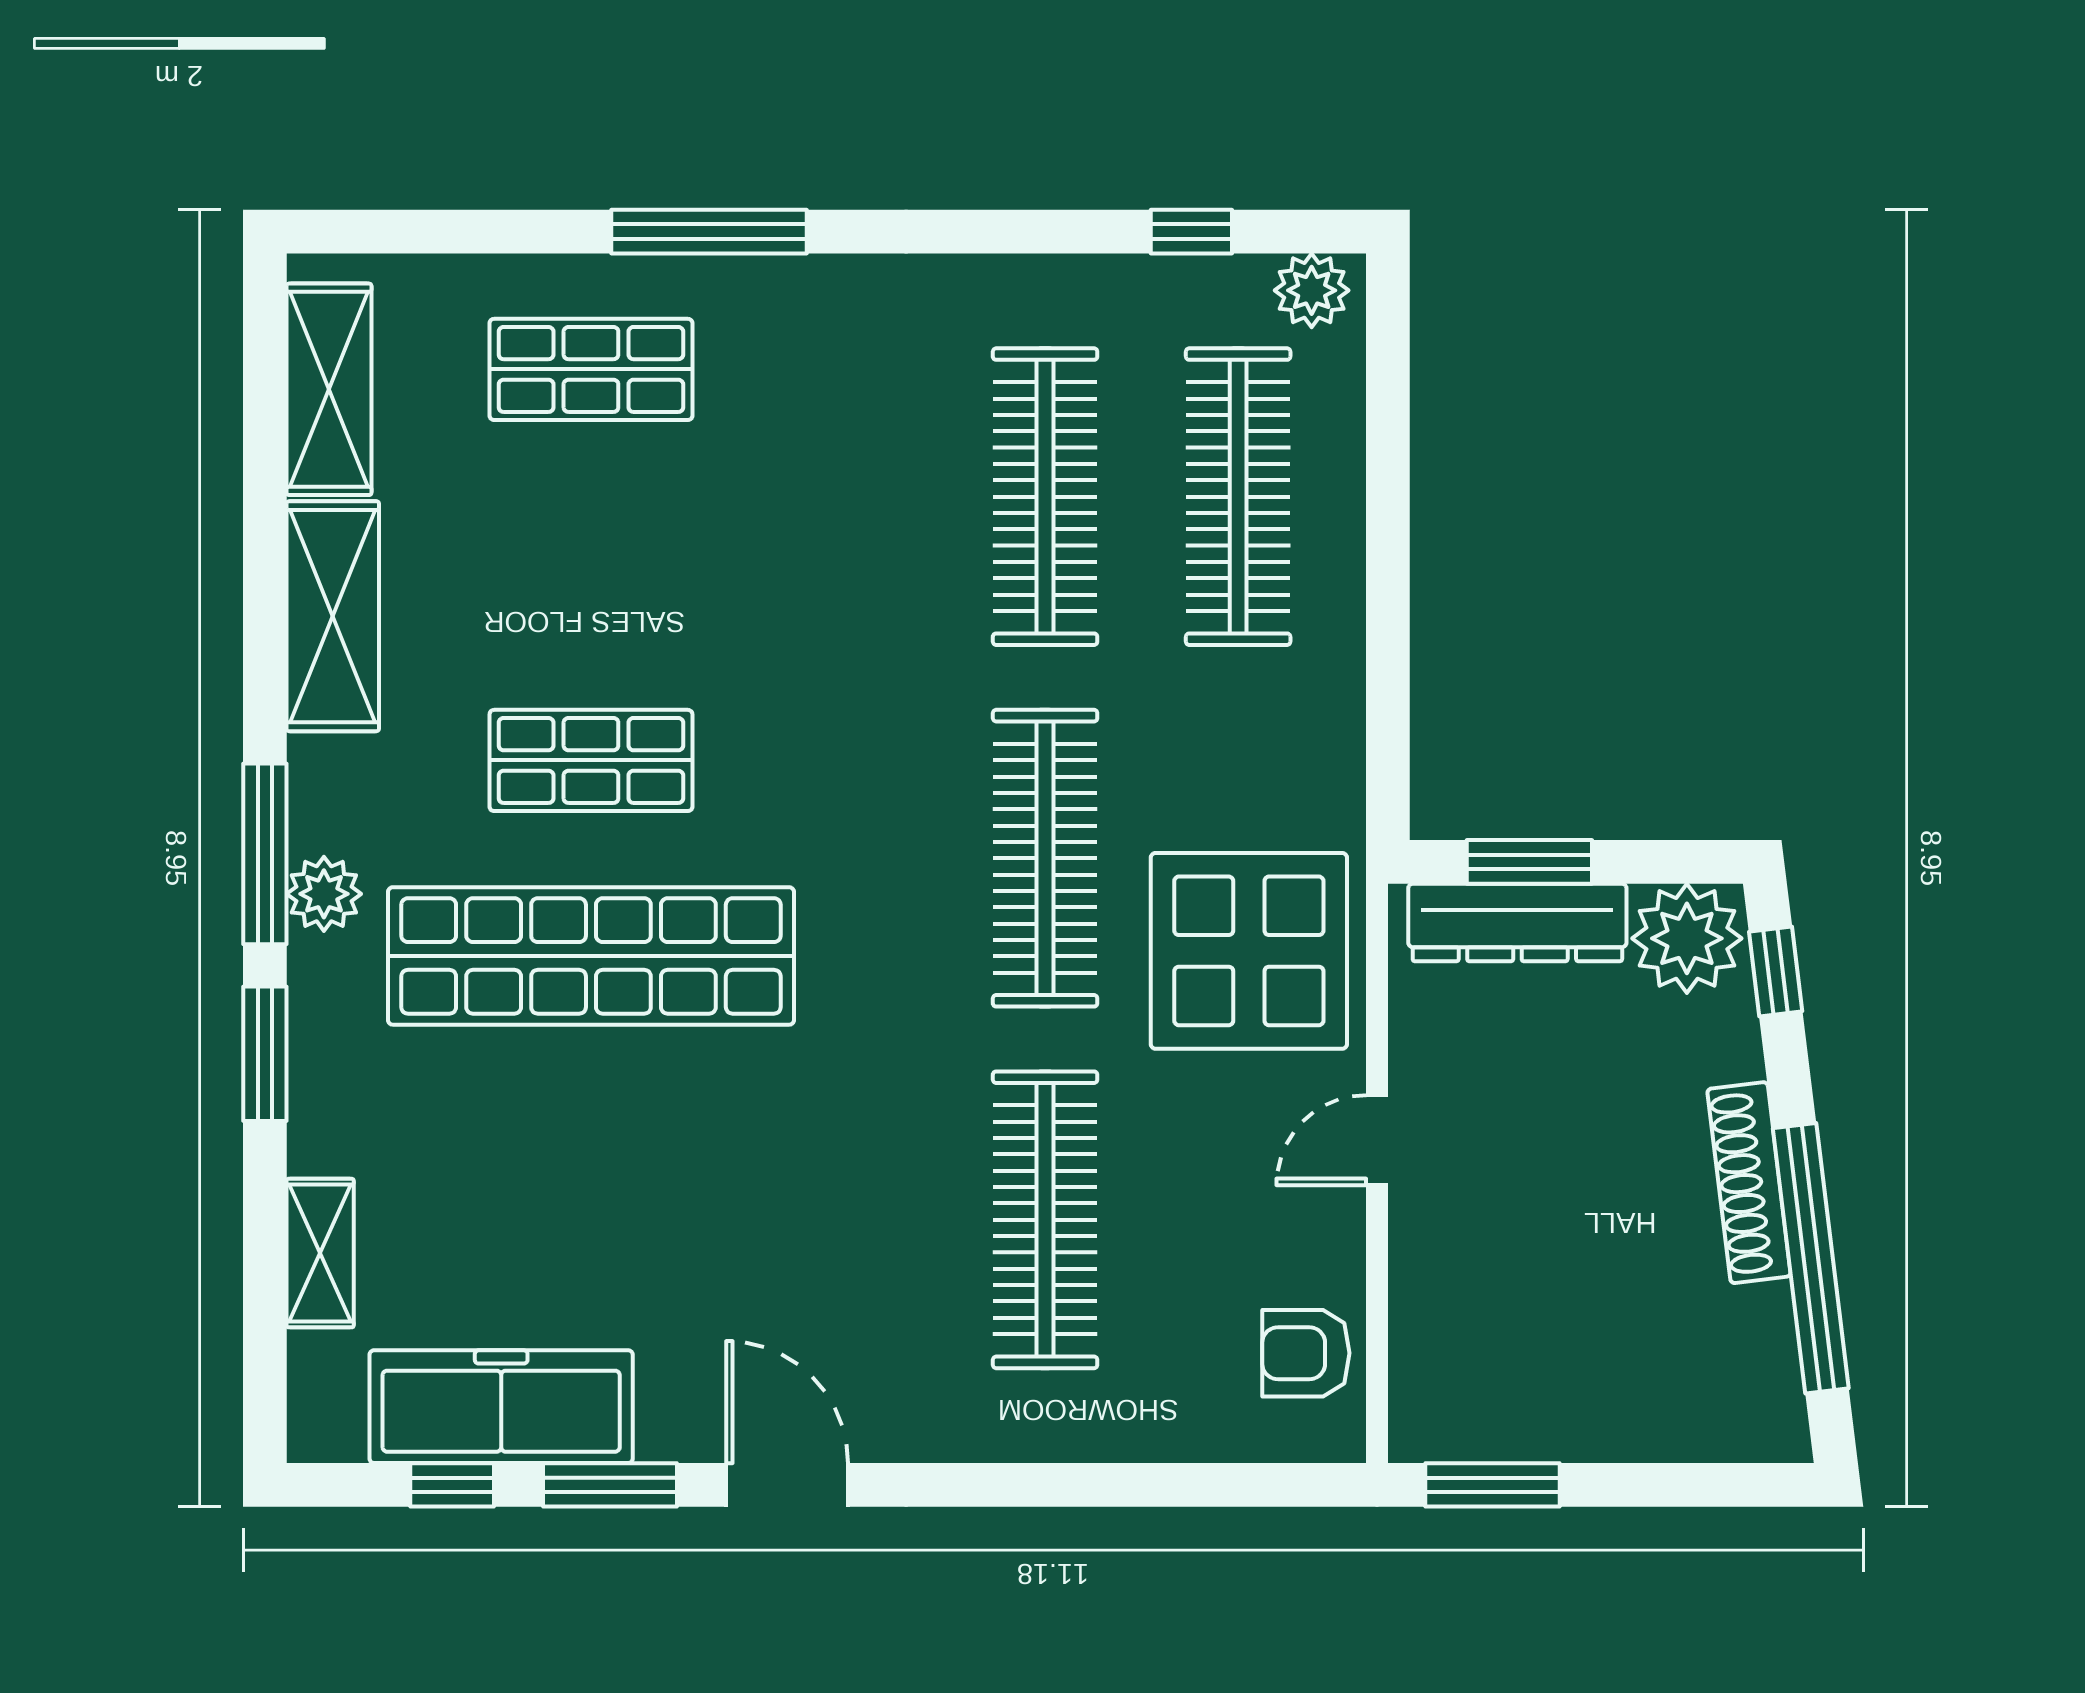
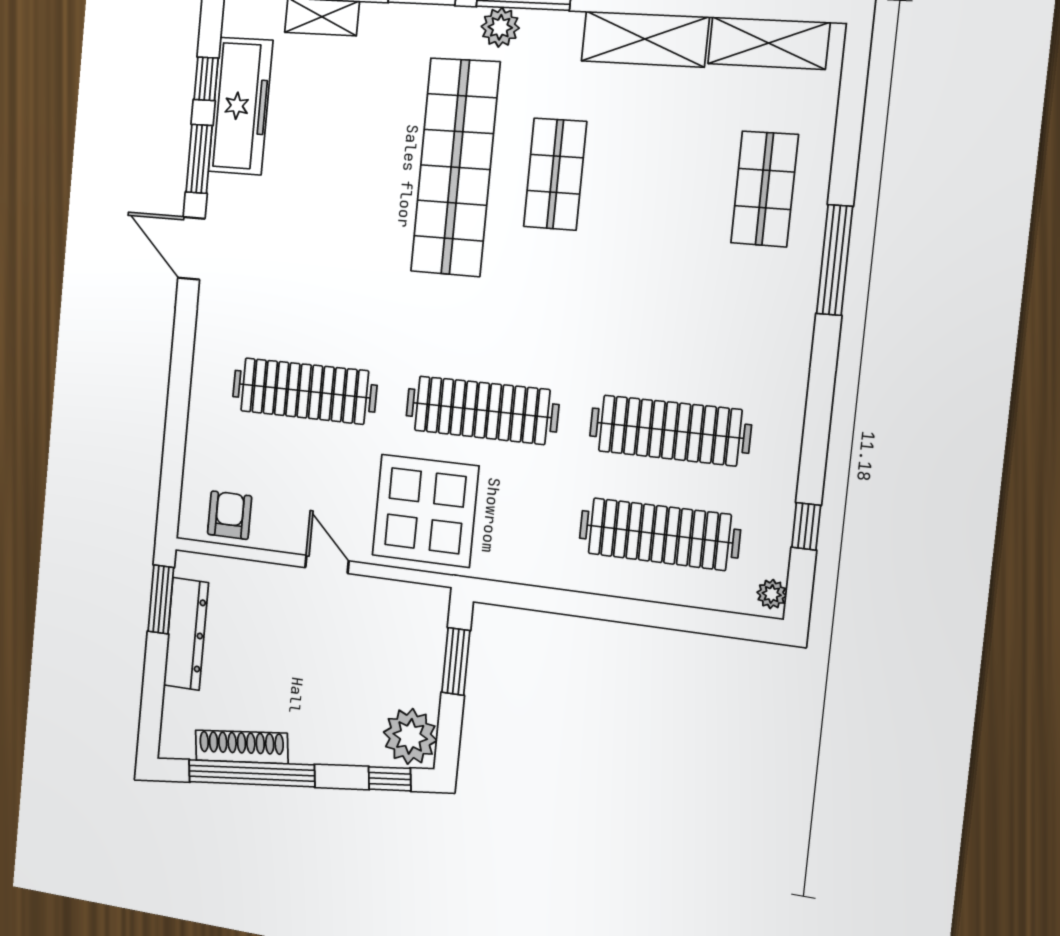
plant: (1312, 290) -> (772, 594), width x0.73, depth x0.73
dresser: (1517, 922) -> (186, 634), moved, turned 180
shoe rack: (1749, 1183) -> (242, 747), moved
door: (787, 1485) -> (191, 248), swing flipped

